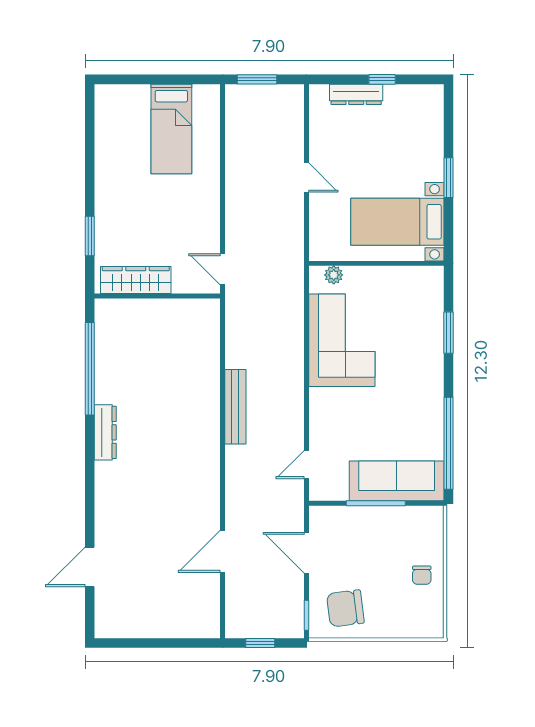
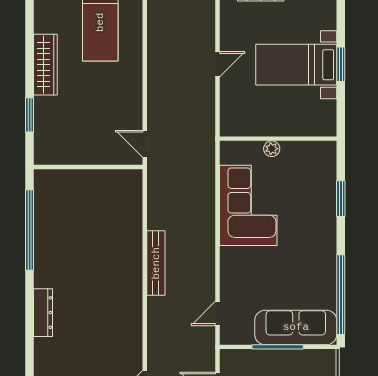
door: (306, 178) -> (217, 64), hinge flipped
bed with nightstands: (397, 222) -> (296, 65), moved
plant: (334, 275) -> (272, 149), moved
wardrobe: (136, 280) -> (45, 65), moved, turned 90
dresser: (105, 432) -> (43, 313), moved

